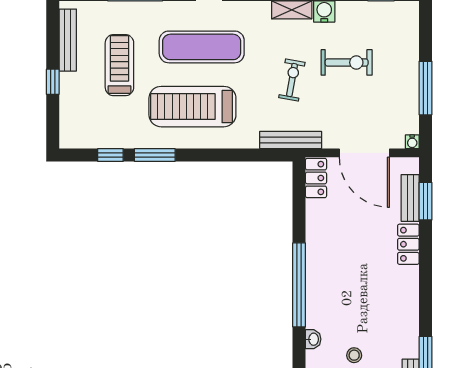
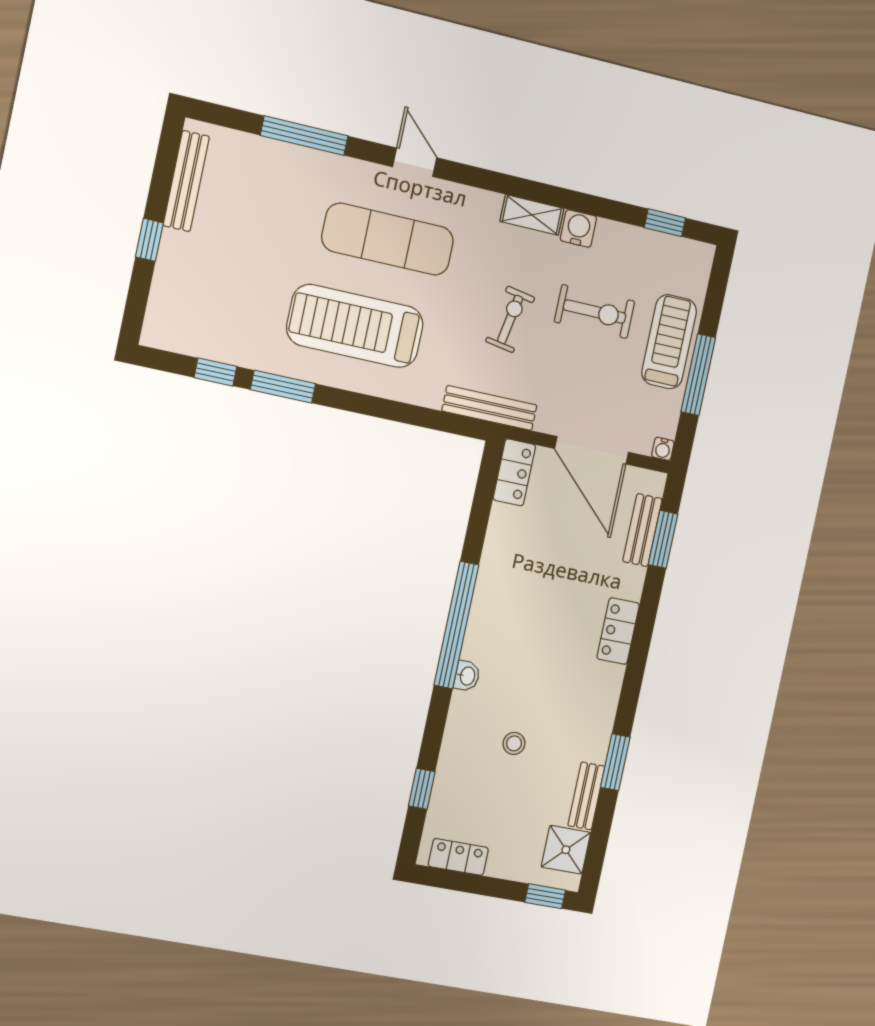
treadmill: (119, 65) -> (669, 342), moved
locker: (408, 244) -> (618, 631), moved
washbasin: (313, 339) -> (467, 676), moved

